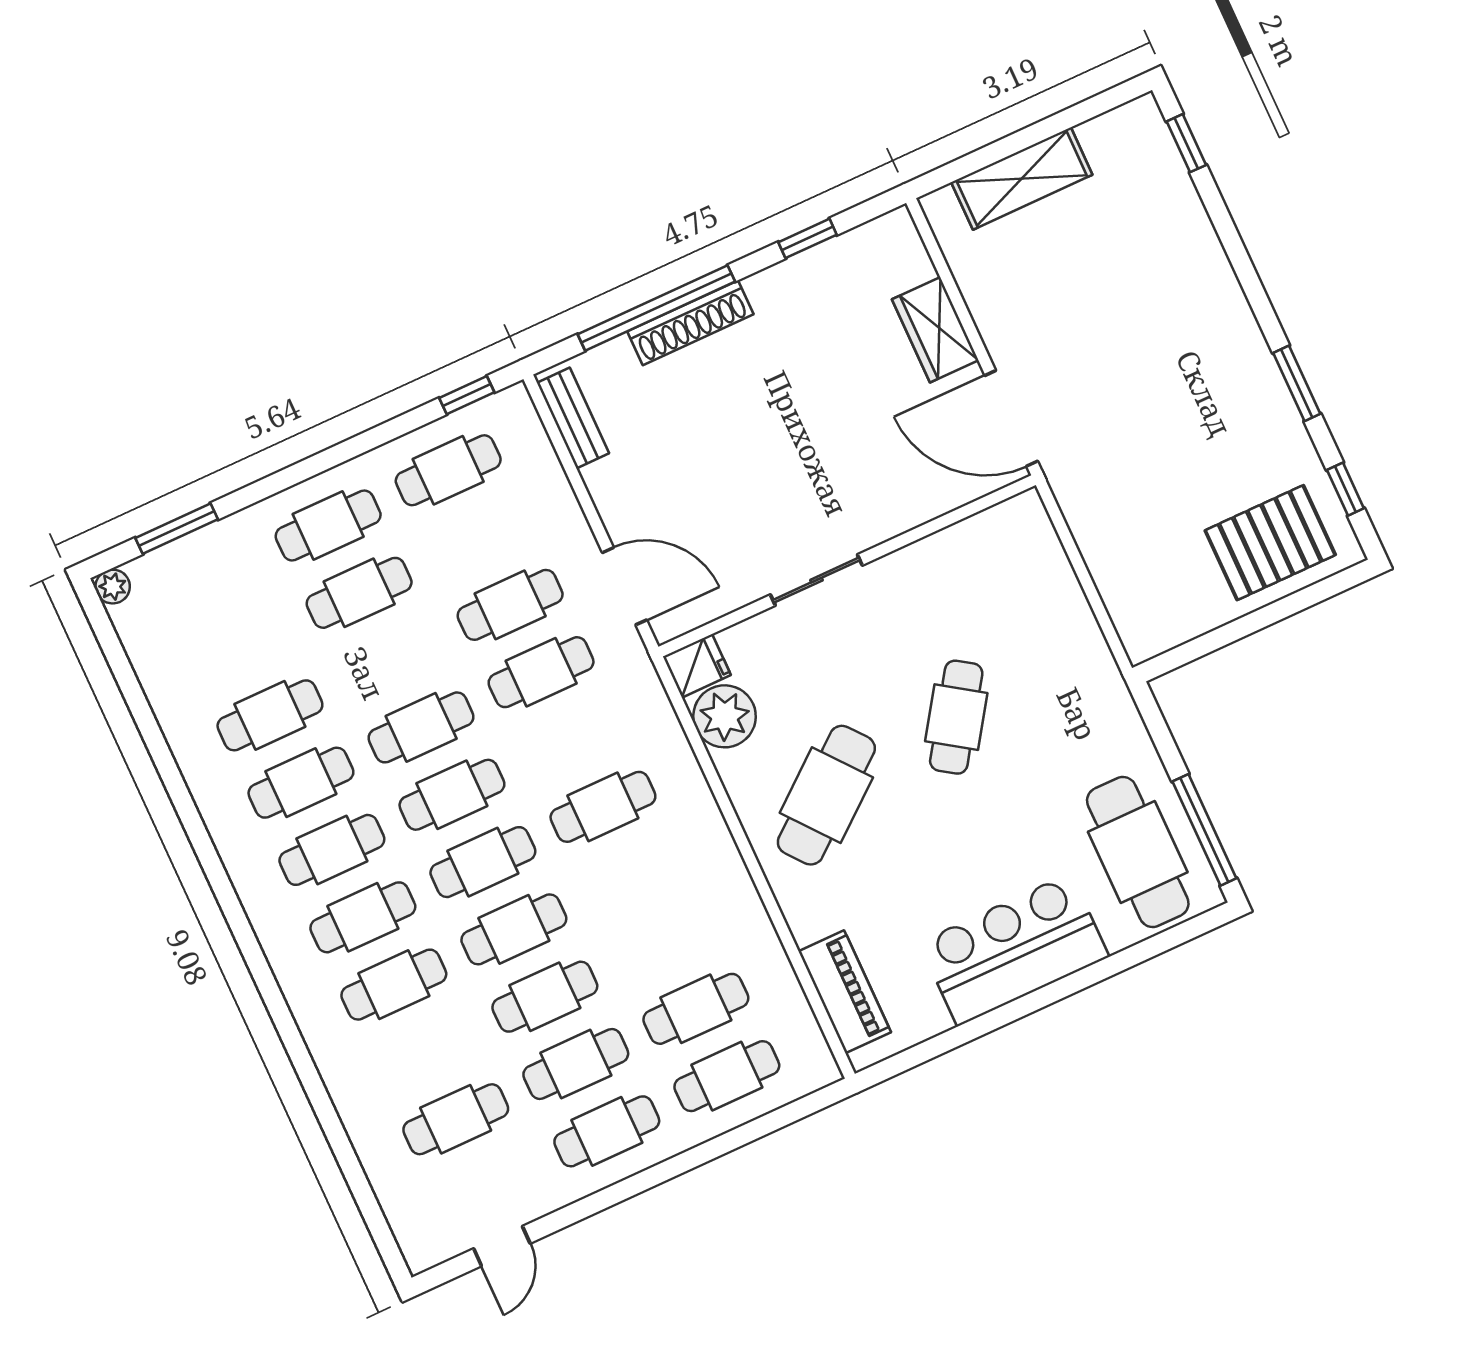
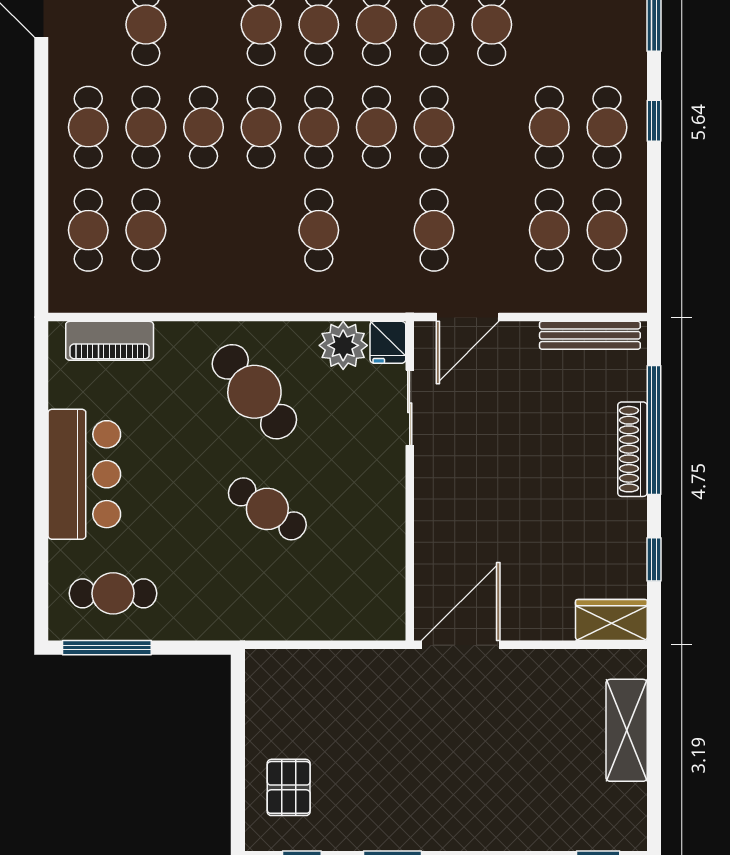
wardrobe: (935, 330) -> (611, 620), moved
window: (467, 395) -> (654, 121), moved
bench: (573, 418) -> (590, 335), width x1.36
pallet: (1270, 543) -> (289, 787), width x0.67, depth x0.71
sliding door: (816, 580) -> (410, 408), moved
cafe table: (510, 605) -> (549, 230), moved
cafe table: (1138, 852) -> (113, 593), width x0.73, depth x0.74

